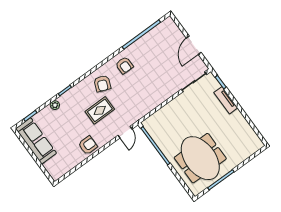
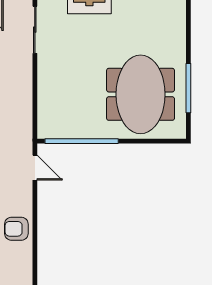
armchair: (88, 145) -> (16, 229), turned -90
meeting table: (200, 158) -> (141, 94), turned 90

